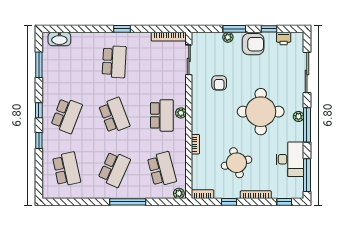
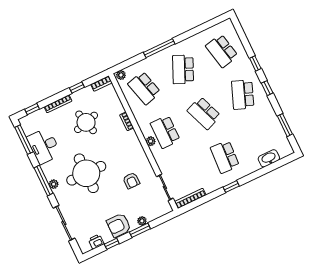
washbasin: (59, 39) -> (269, 158), moved
armchair: (219, 83) -> (131, 180), turned 180

